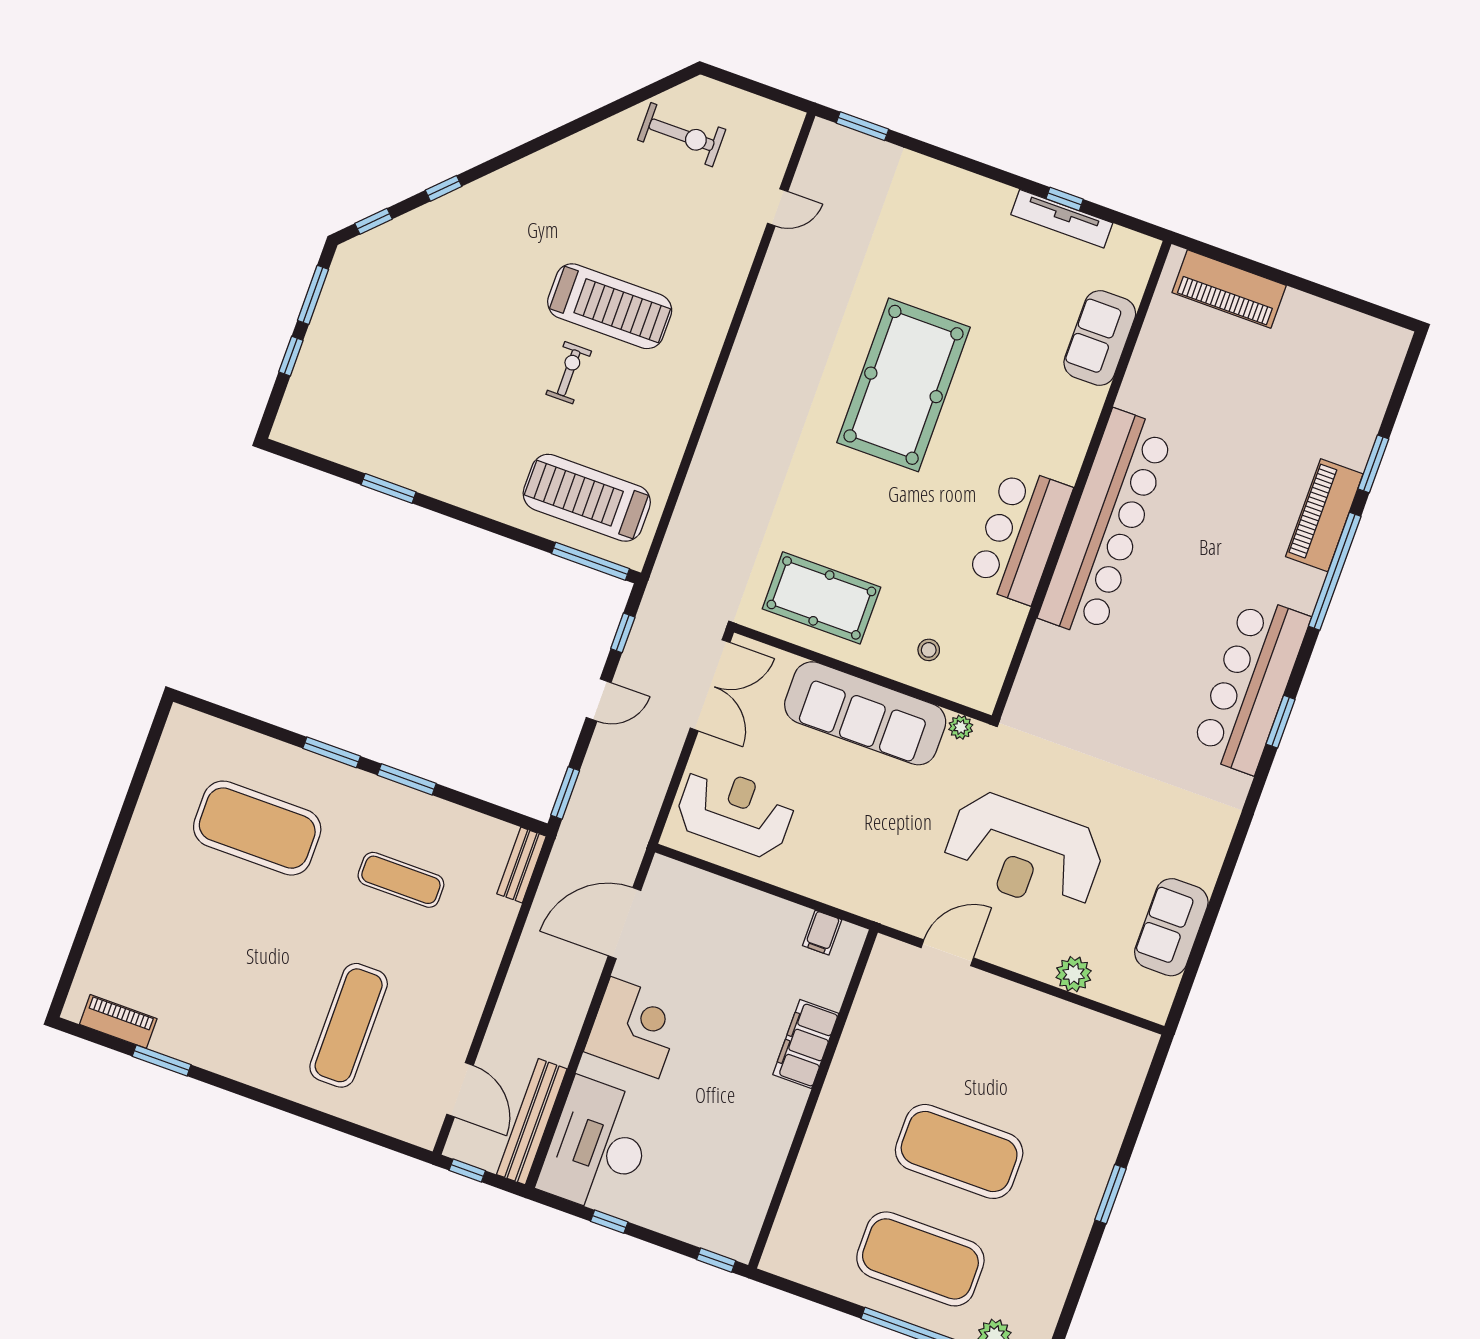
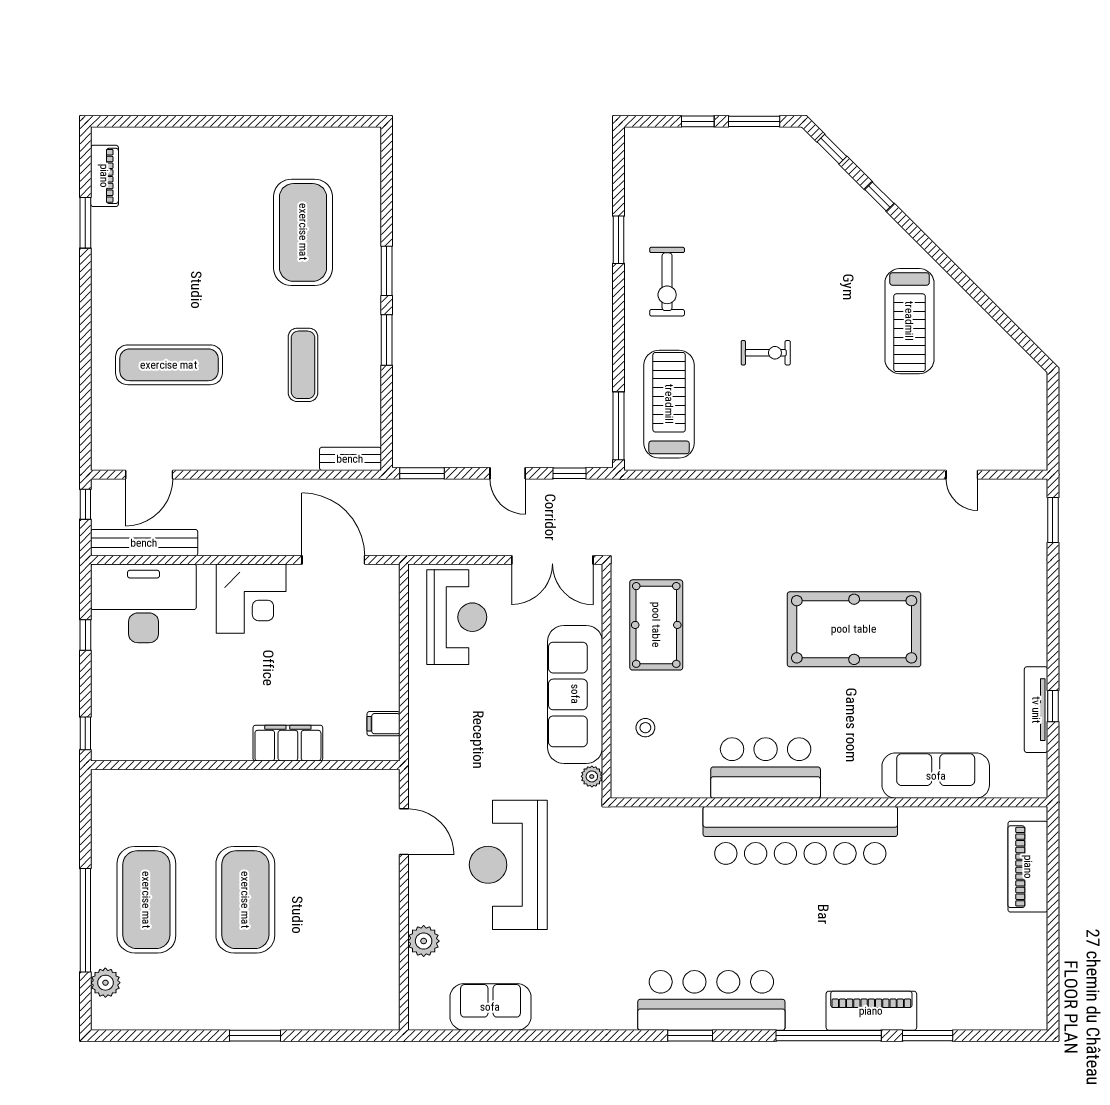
exercise bike: (682, 135) -> (667, 282), moved
treadmill: (610, 306) -> (909, 321), moved
sofa: (1100, 338) -> (936, 776), width x1.36

